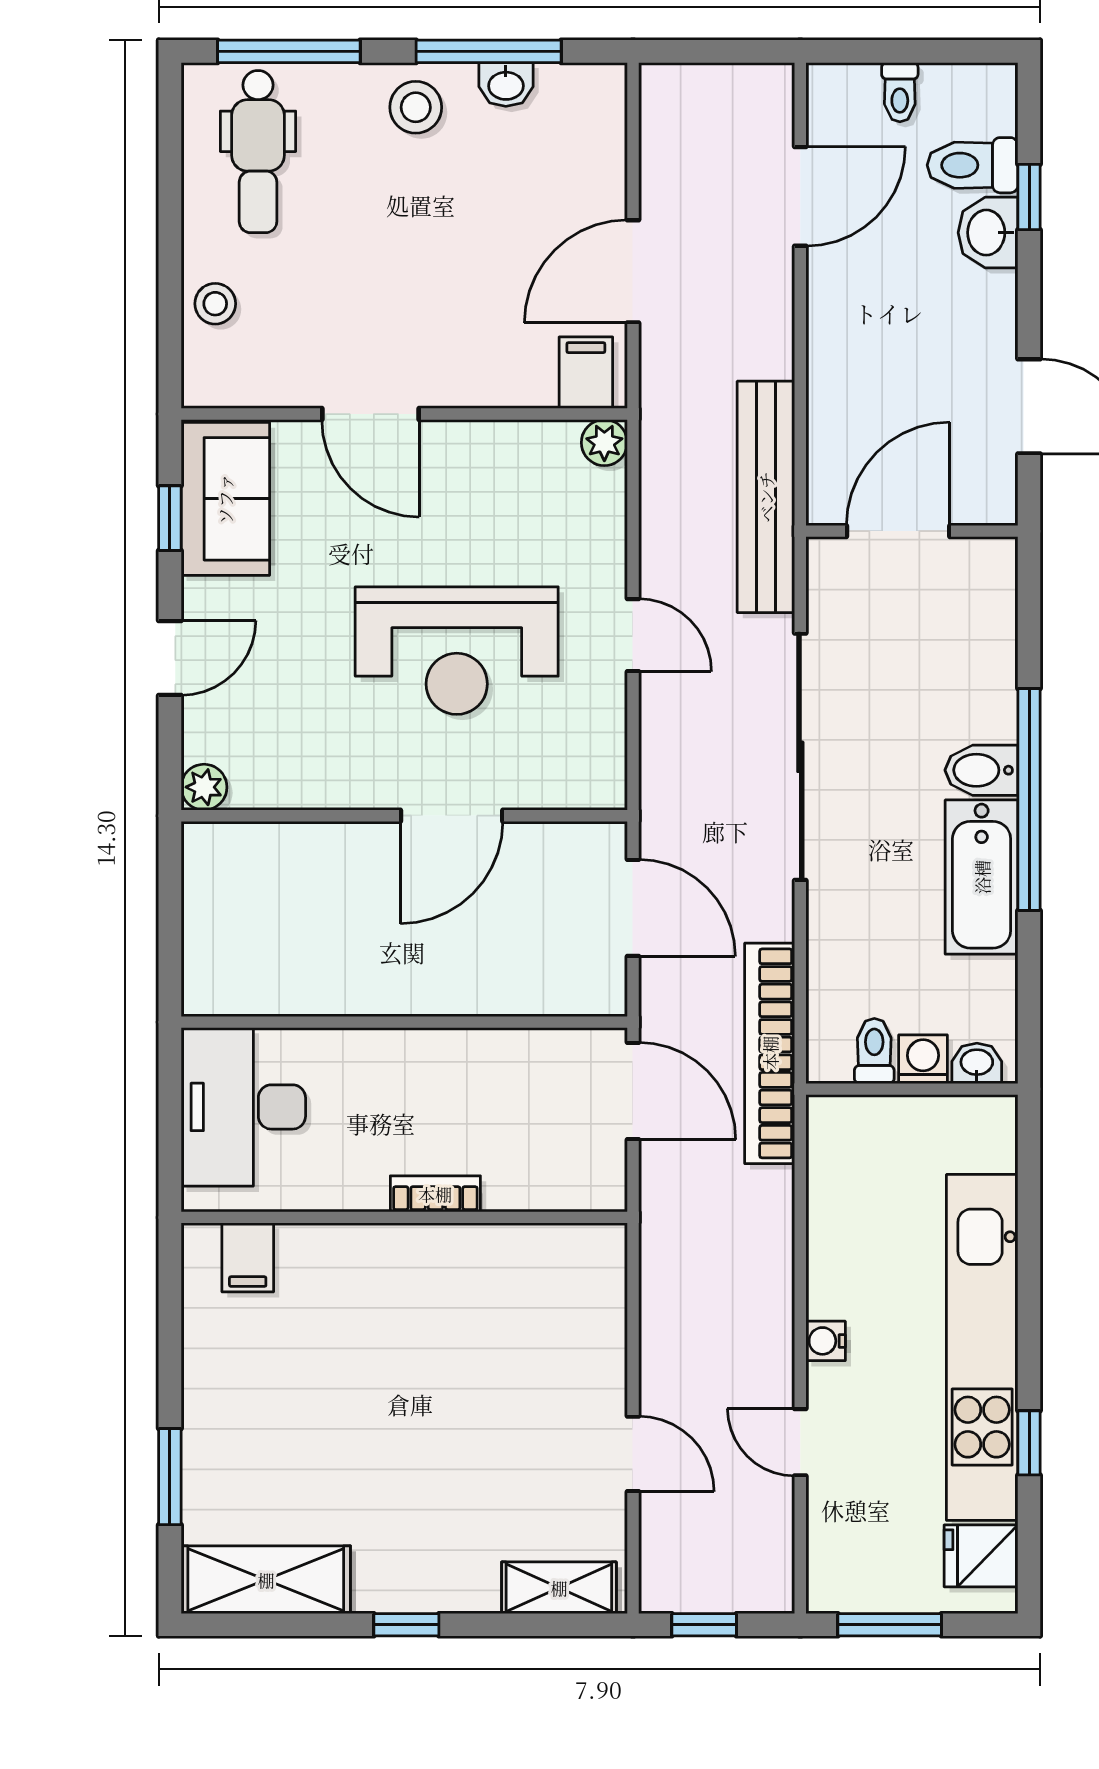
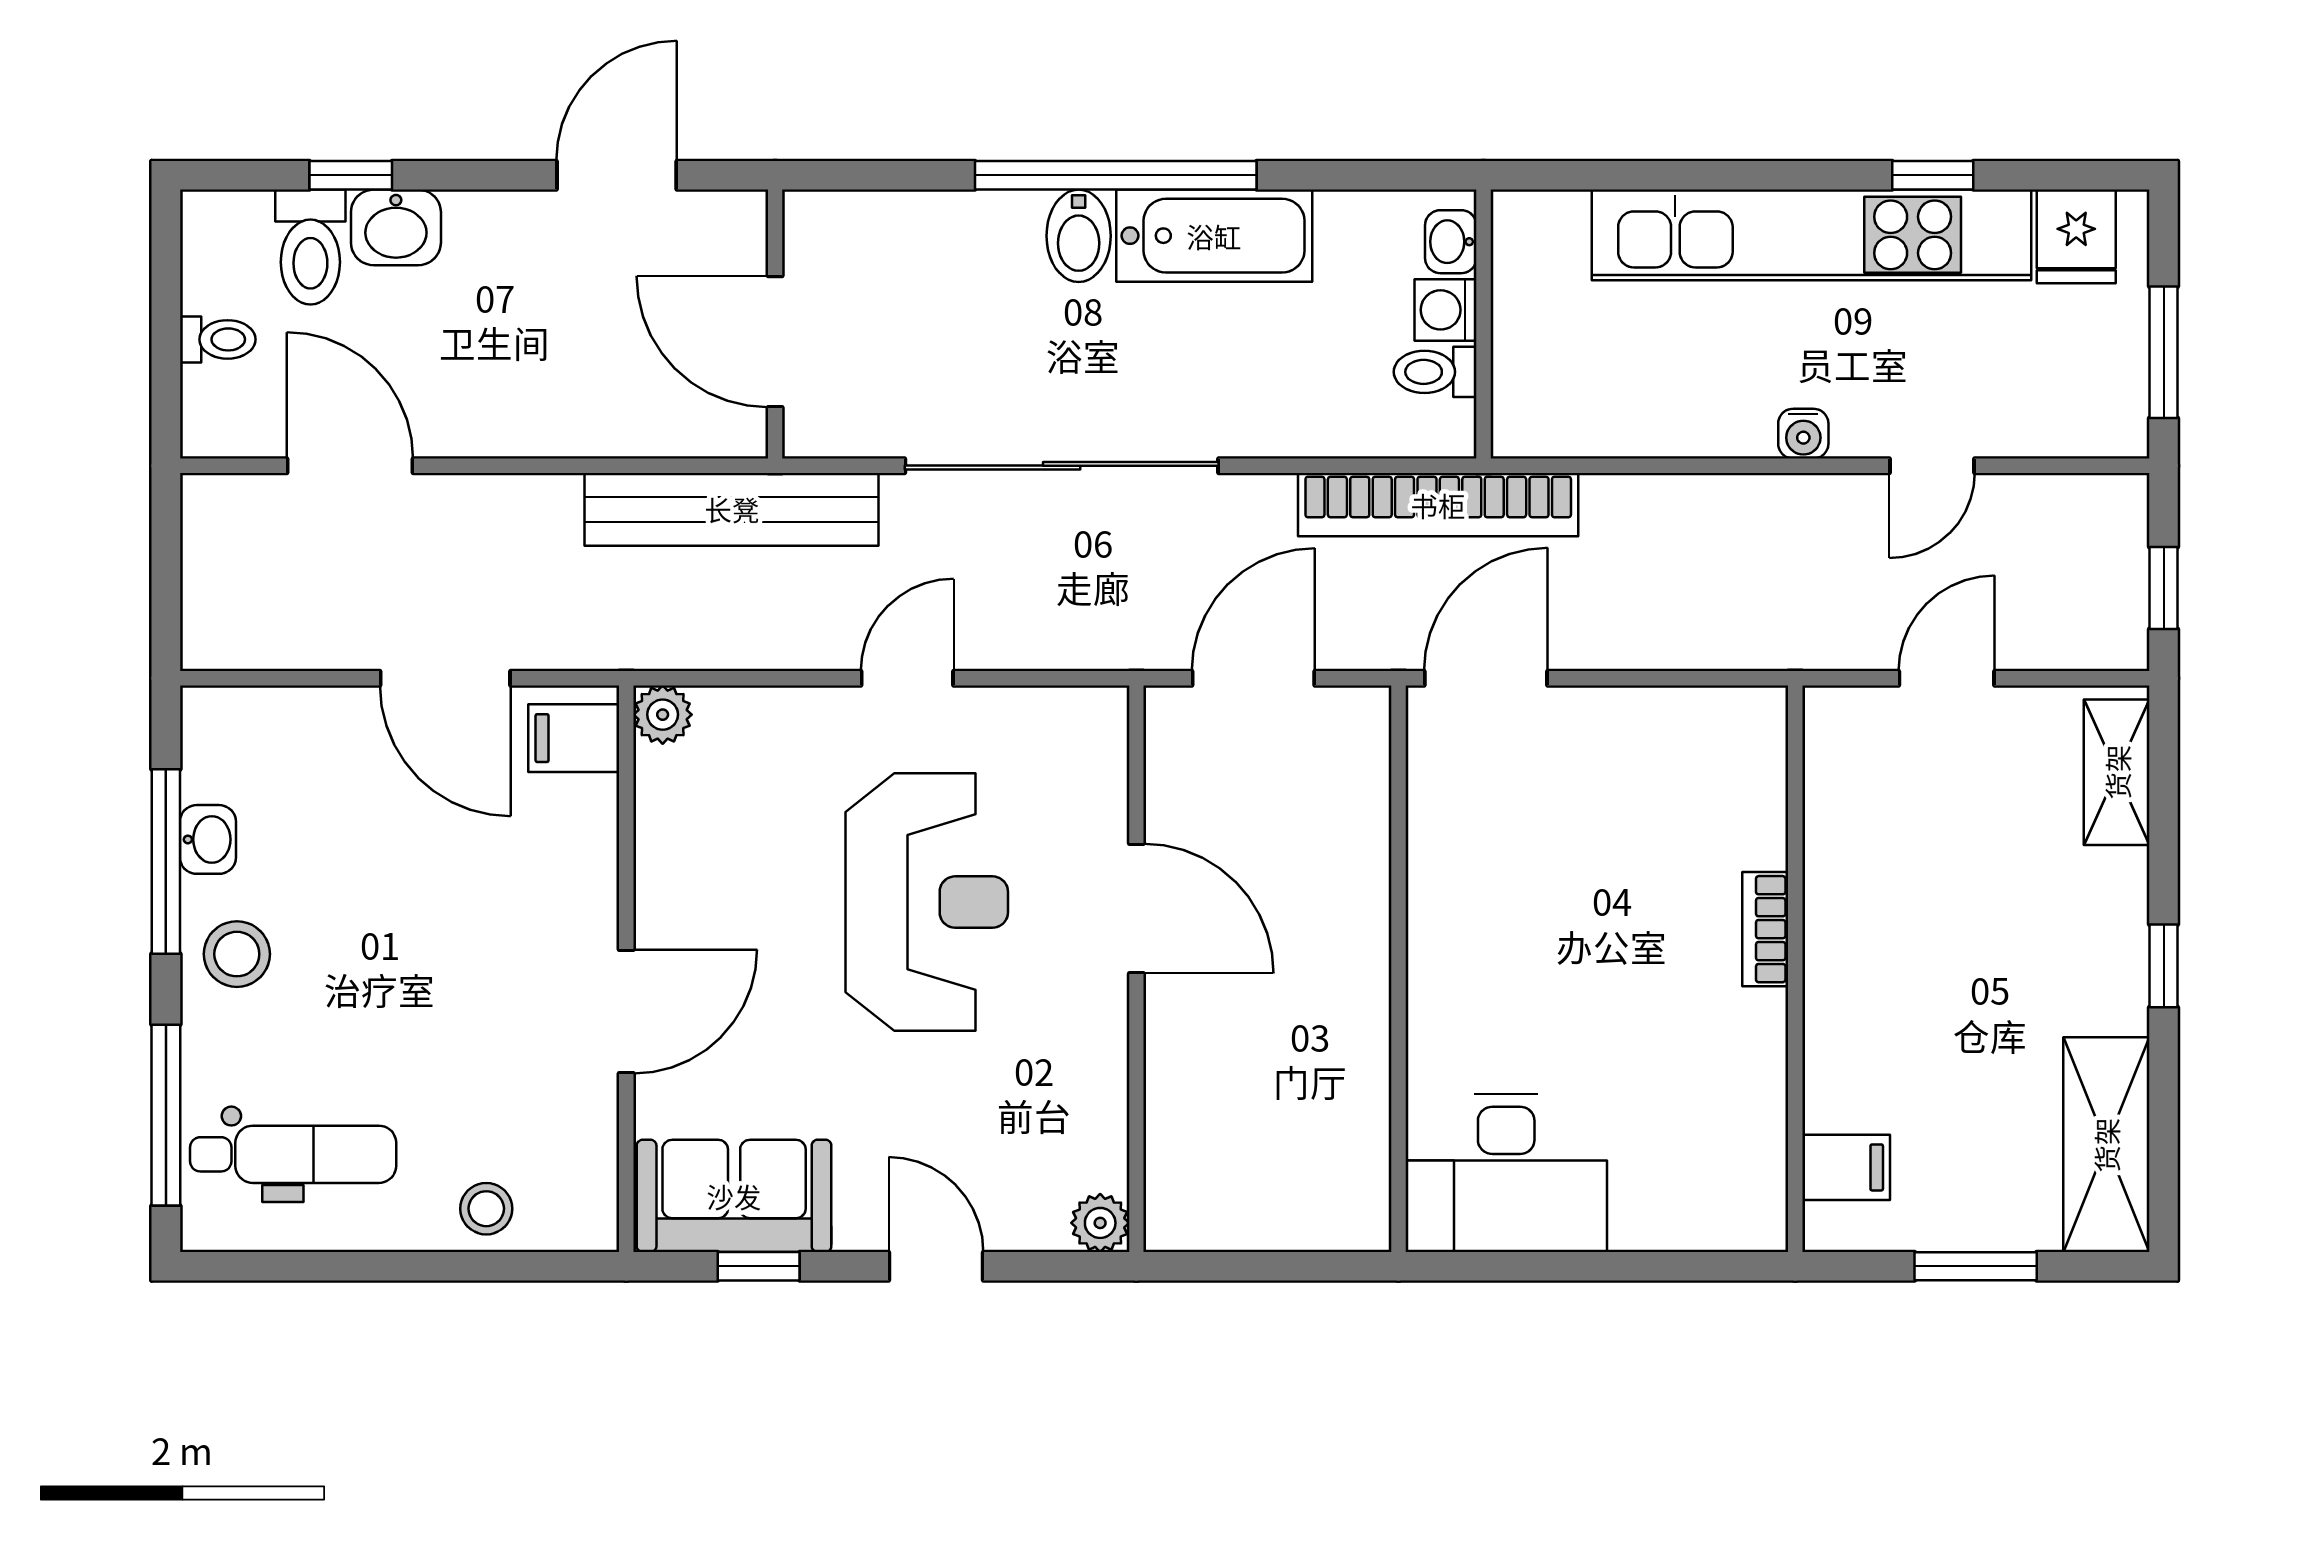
bookcase: (435, 1194) -> (1765, 929), moved
wall: (404, 1217) -> (1795, 969), moved
filing cabinet: (248, 1257) -> (1846, 1167), moved

